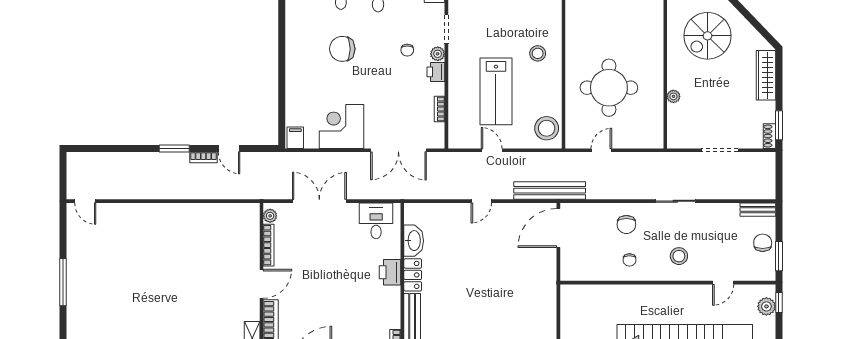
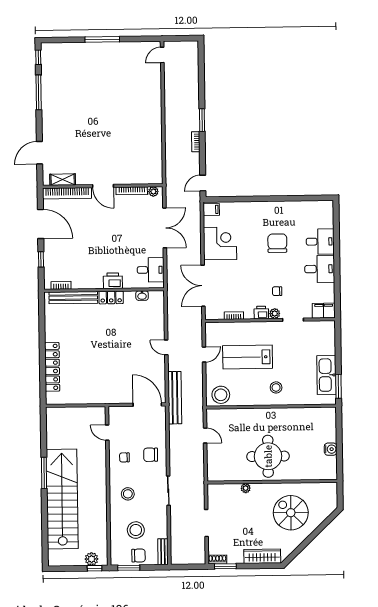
round table: (609, 88) -> (268, 456), moved
door: (229, 149) -> (203, 183), moved
washbasin: (414, 241) -> (142, 296), width x0.52, depth x0.69
stool: (728, 246) -> (136, 530), added
door: (723, 283) -> (107, 433), moved

